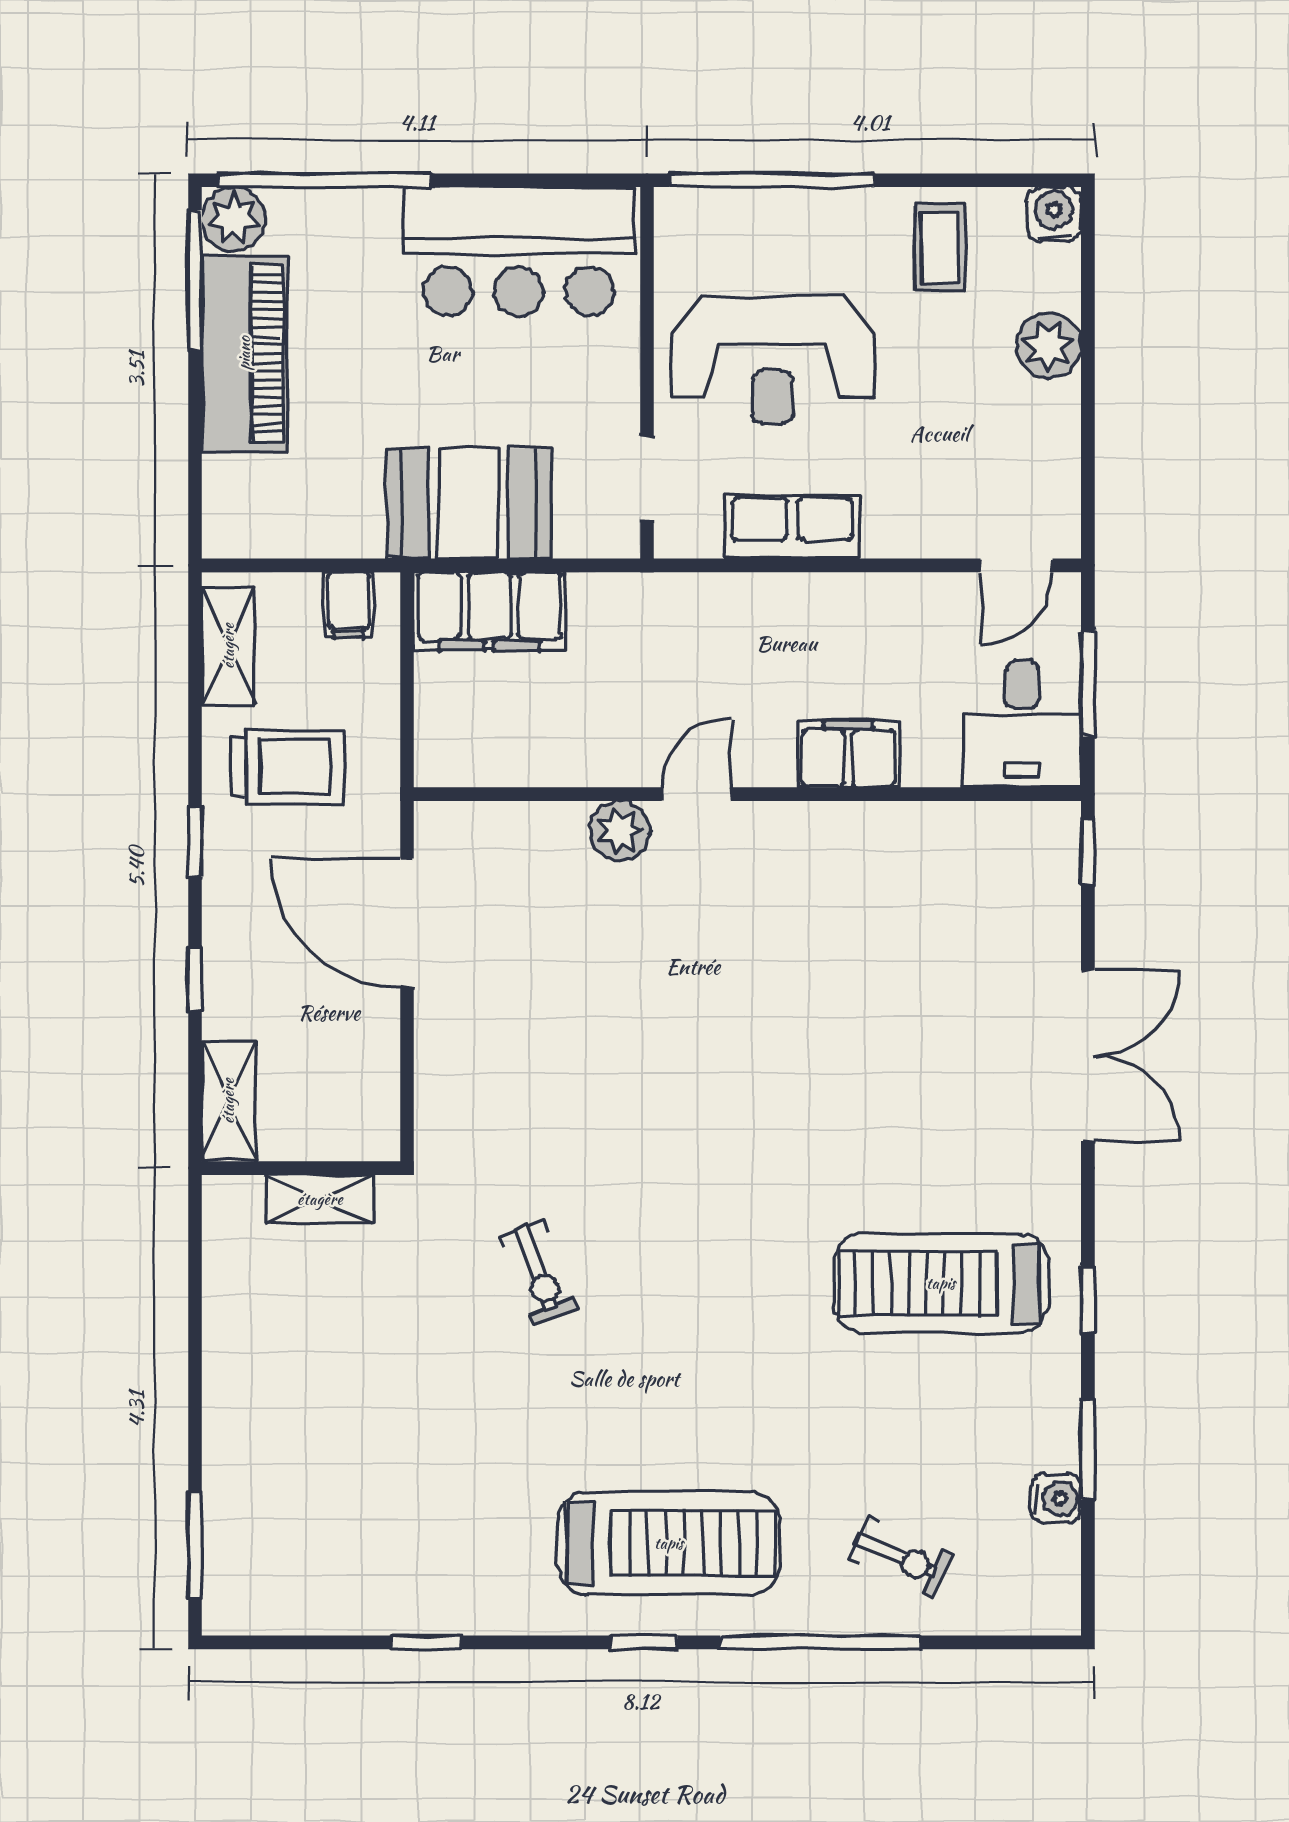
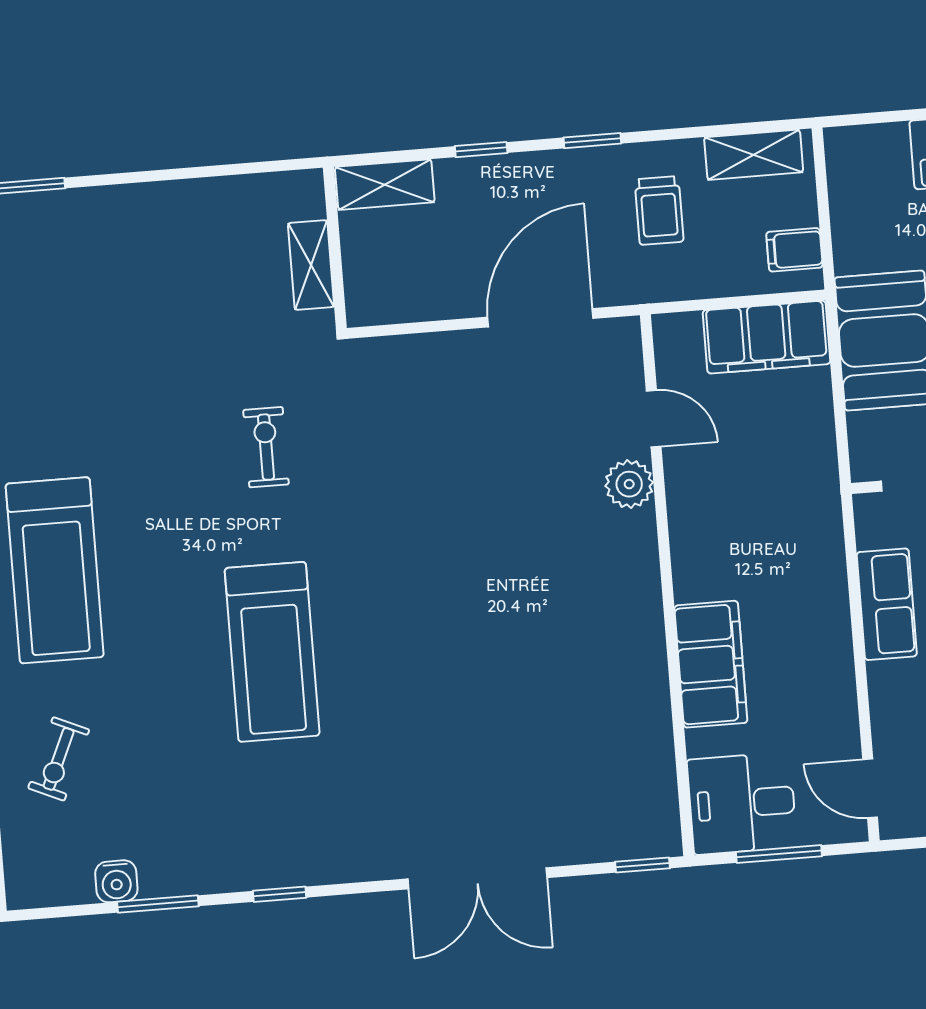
filing cabinet: (489, 611) -> (767, 337), moved, turned -90
filing cabinet: (848, 754) -> (711, 664), width x1.50, depth x1.17
trolley: (287, 767) -> (659, 211), width x0.73, depth x0.72
door: (697, 794) -> (654, 419), moved
exercise bike: (538, 1272) -> (266, 447), turned 111
treadmill: (941, 1283) -> (272, 652), moved, turned 180

